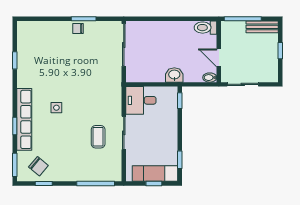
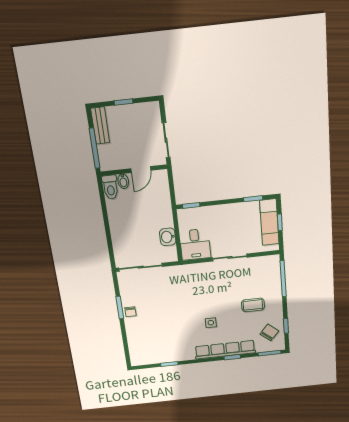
washbasin: (174, 75) -> (168, 237), moved
bidet: (210, 78) -> (123, 181), moved
coffee table: (98, 137) -> (253, 305), moved

